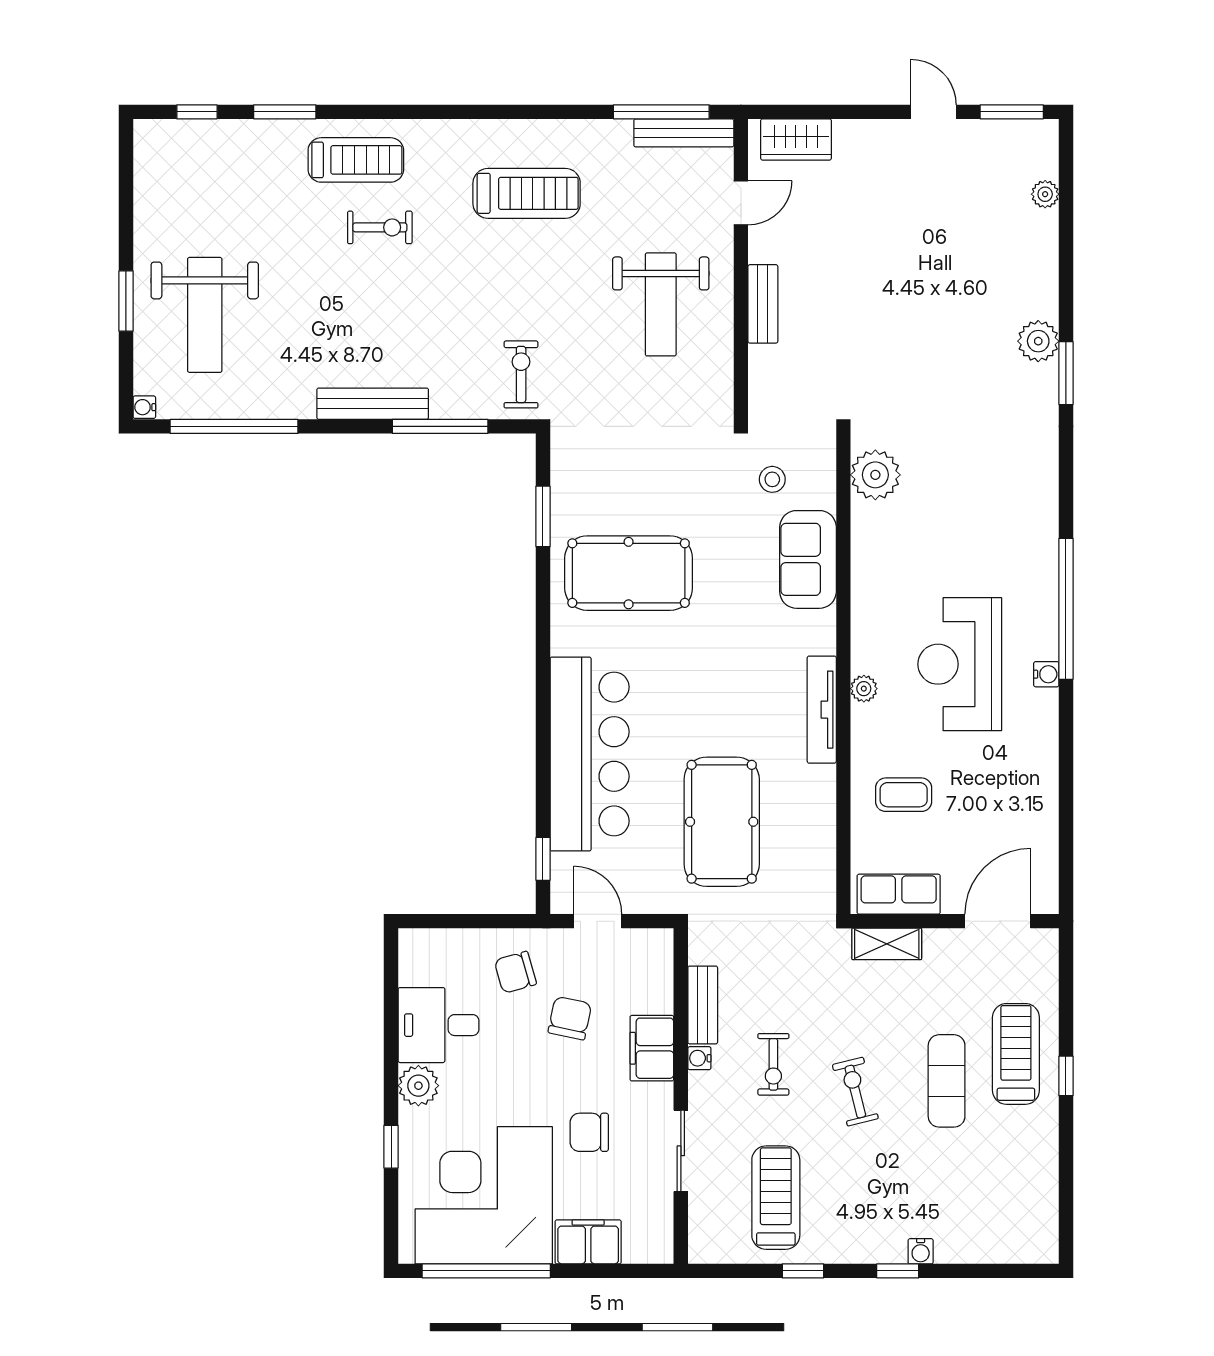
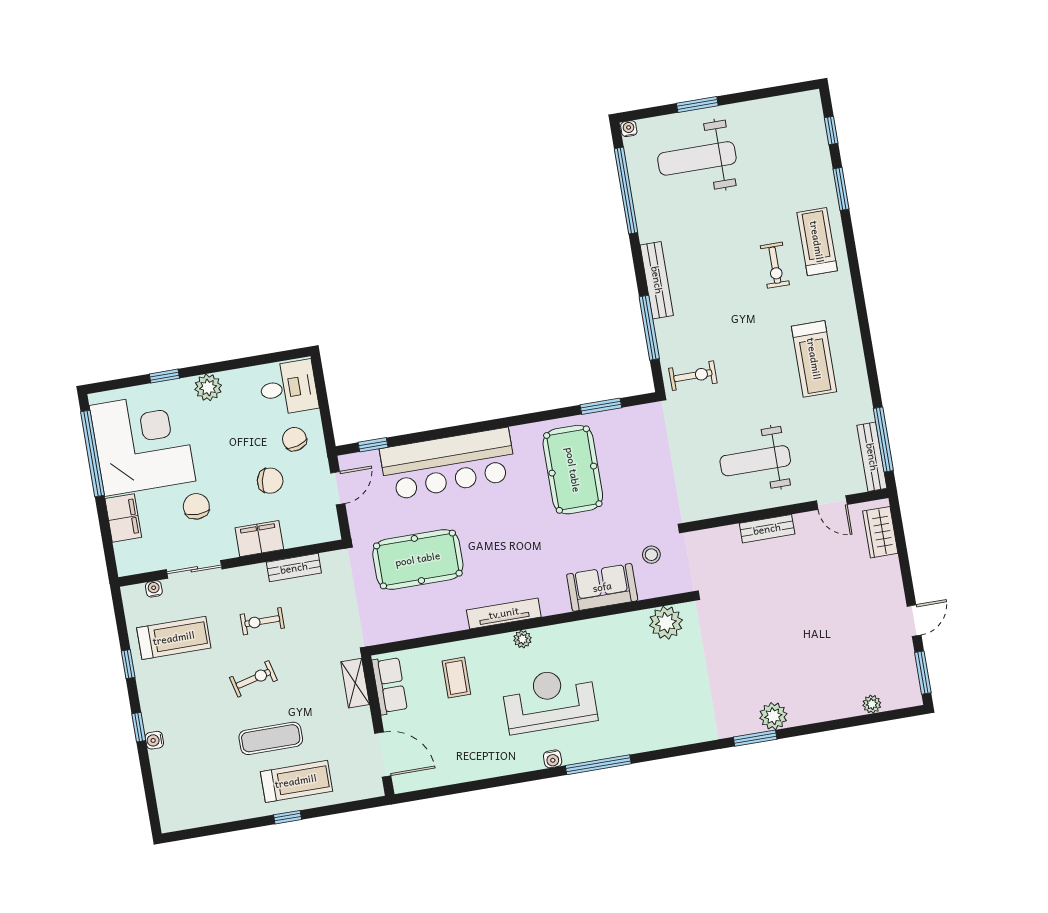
treadmill: (356, 160) -> (817, 242), turned 180
window: (1066, 609) -> (598, 765), width x0.68
desk: (438, 1025) -> (288, 388), moved, turned 90
water cooler: (699, 1058) -> (154, 589), moved

